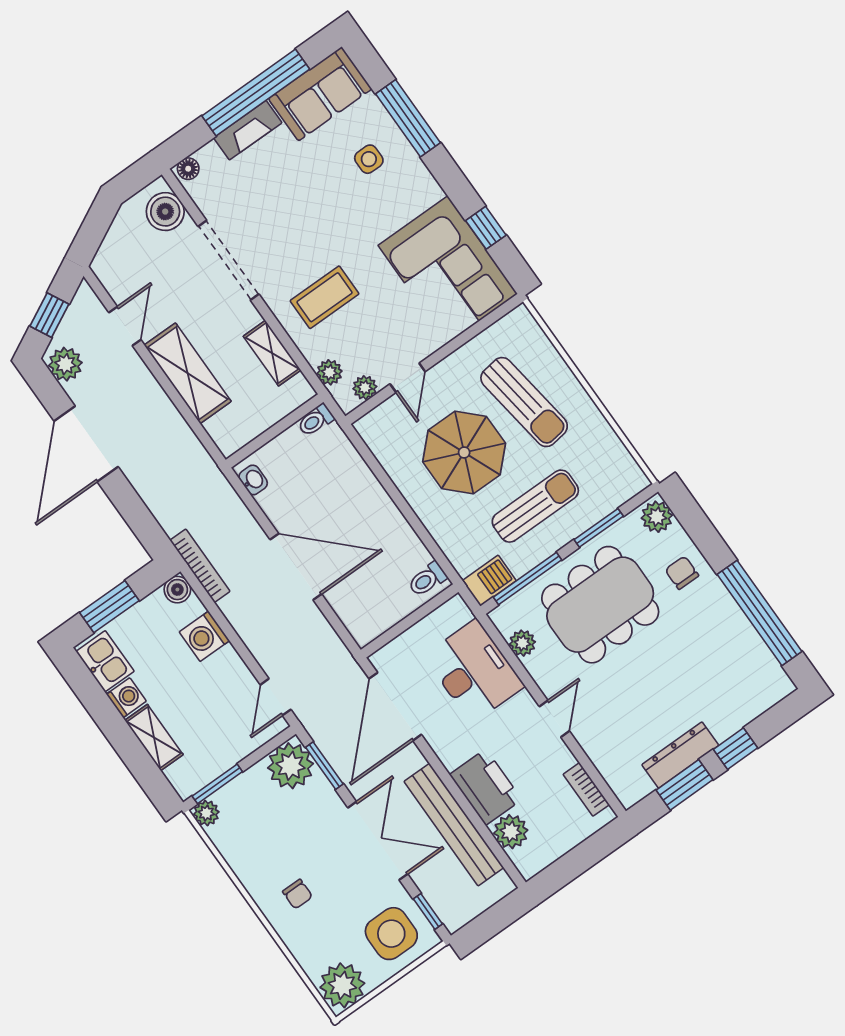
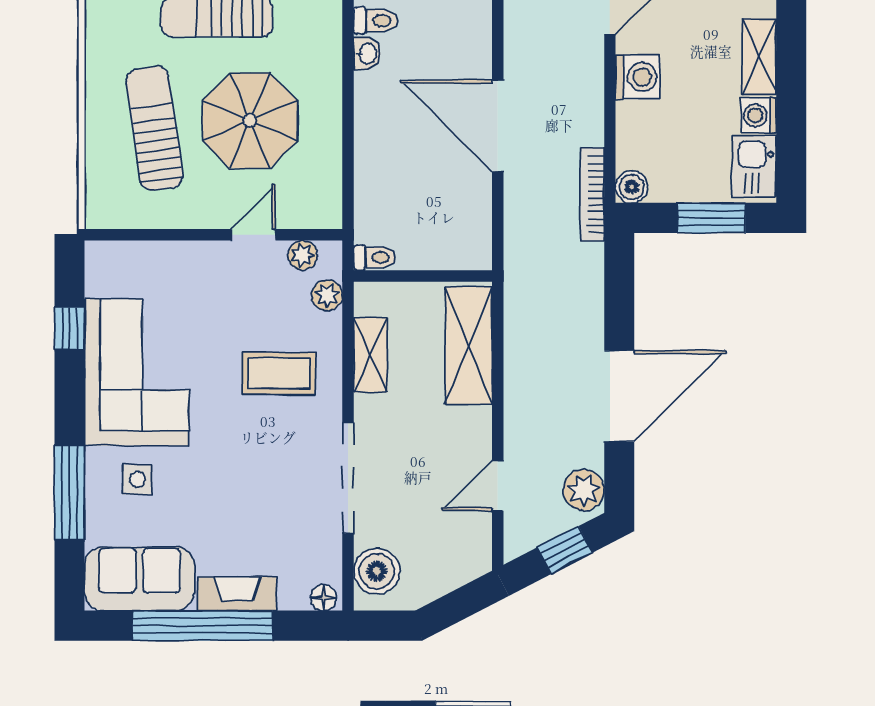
corner sofa: (448, 270) -> (137, 372), moved
shelving: (188, 373) -> (469, 346), moved
washbasin: (253, 480) -> (367, 54), moved, turned 180
washing machine: (204, 636) -> (638, 77), moved

